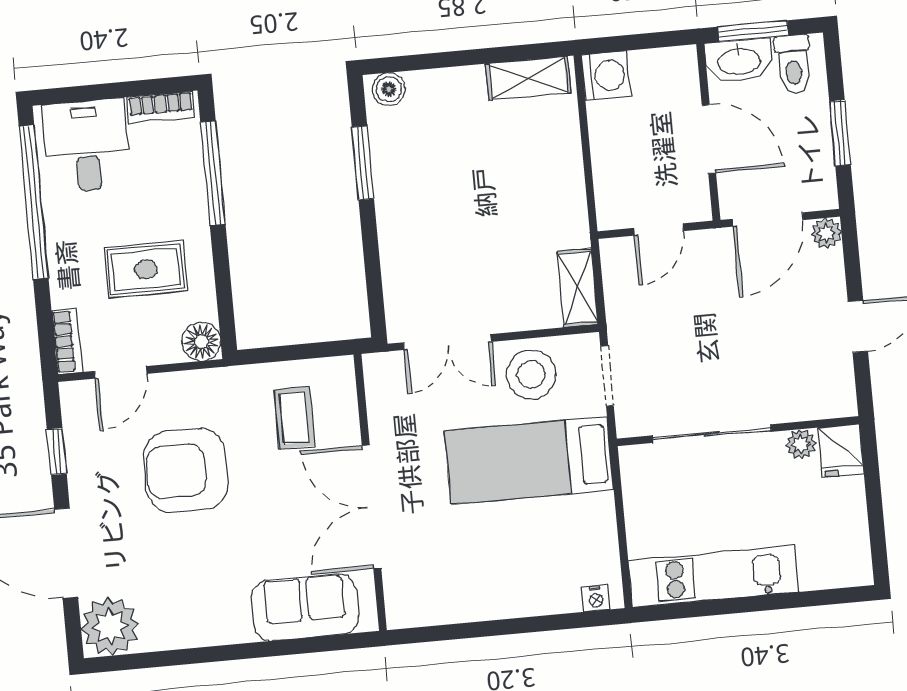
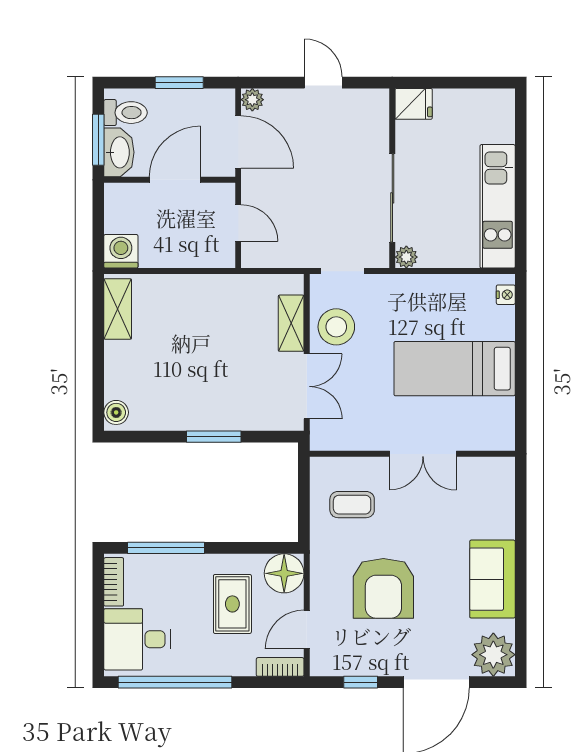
window: (363, 163) -> (214, 437), moved
shelving: (578, 288) -> (291, 323), moved, turned 90
floor lamp: (201, 342) -> (284, 573), width x1.38, depth x1.38
door: (121, 372) -> (307, 630), swing flipped
plant: (801, 444) -> (406, 257), moved
bed: (529, 460) -> (455, 369), moved, turned 90
double door: (372, 507) -> (423, 454), width x0.73
sofa: (305, 607) -> (492, 579), moved

